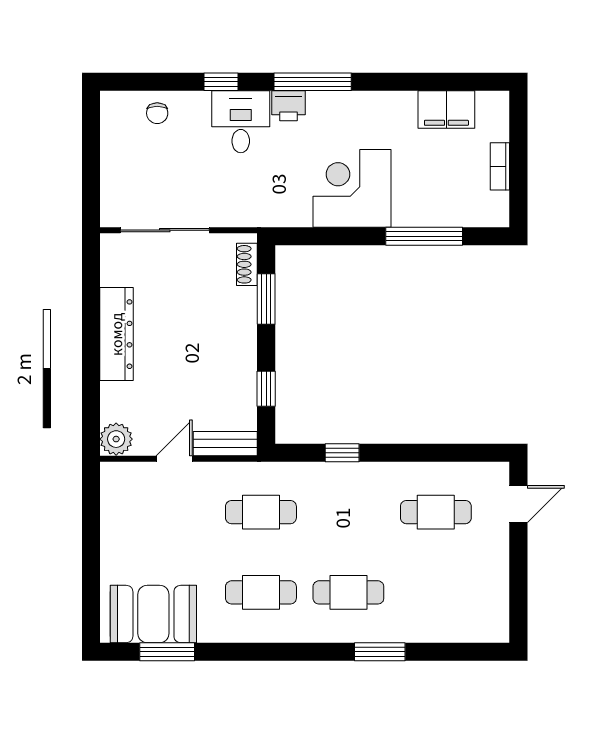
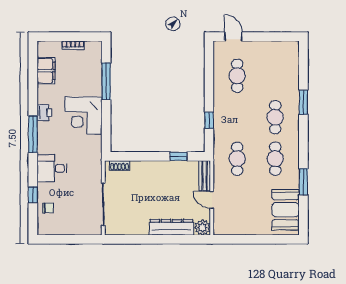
window: (221, 82) -> (33, 195), moved
printer: (289, 106) -> (44, 113), moved
window: (266, 299) -> (136, 156), removed
dresser: (117, 334) -> (171, 227), moved
window: (167, 652) -> (303, 182), moved

